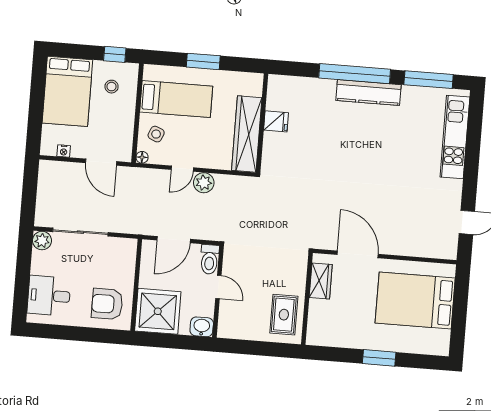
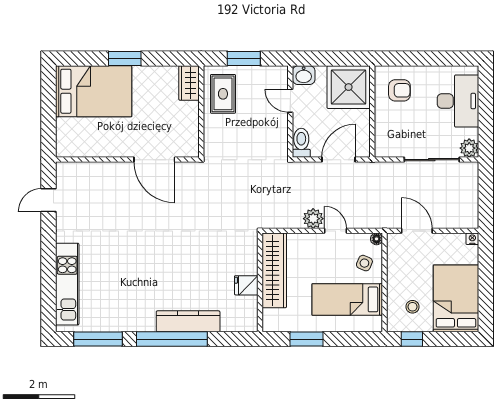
window: (203, 61) -> (306, 339), moved
kitchen counter: (368, 93) -> (188, 321), moved
nightstand: (64, 151) -> (472, 239), moved
door: (182, 169) -> (336, 231), hinge flipped
wardrobe: (321, 281) -> (189, 83), moved
door: (218, 287) -> (290, 101), moved
desk: (49, 296) -> (458, 101), width x1.37
bed: (415, 300) -> (94, 91), moved
armchair: (107, 304) -> (399, 90), width x0.72, depth x0.72
window: (260, 348) -> (244, 58), added

